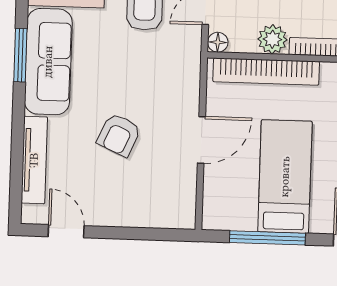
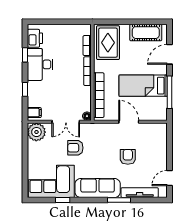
plant: (272, 39) -> (85, 93), removed
window: (20, 55) -> (119, 200), moved
armchair: (119, 135) -> (128, 157), turned -114

